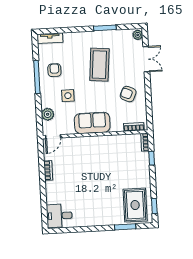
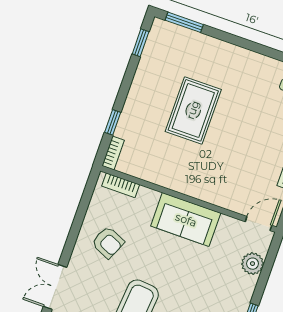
side table: (68, 96) -> (207, 280), removed
rug: (135, 205) -> (193, 110), moved
window: (125, 227) -> (184, 22), moved

